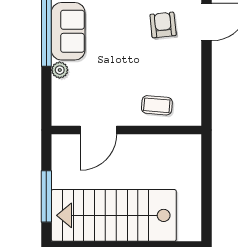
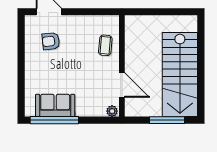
plant: (60, 70) -> (112, 111), moved

